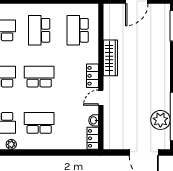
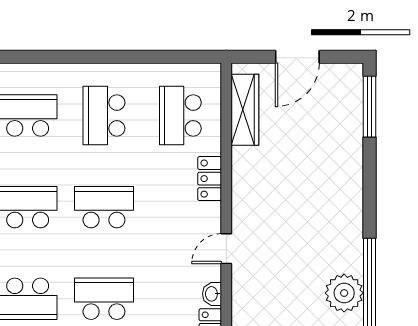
wardrobe: (110, 58) -> (245, 110), moved
locker: (92, 76) -> (210, 179), moved

